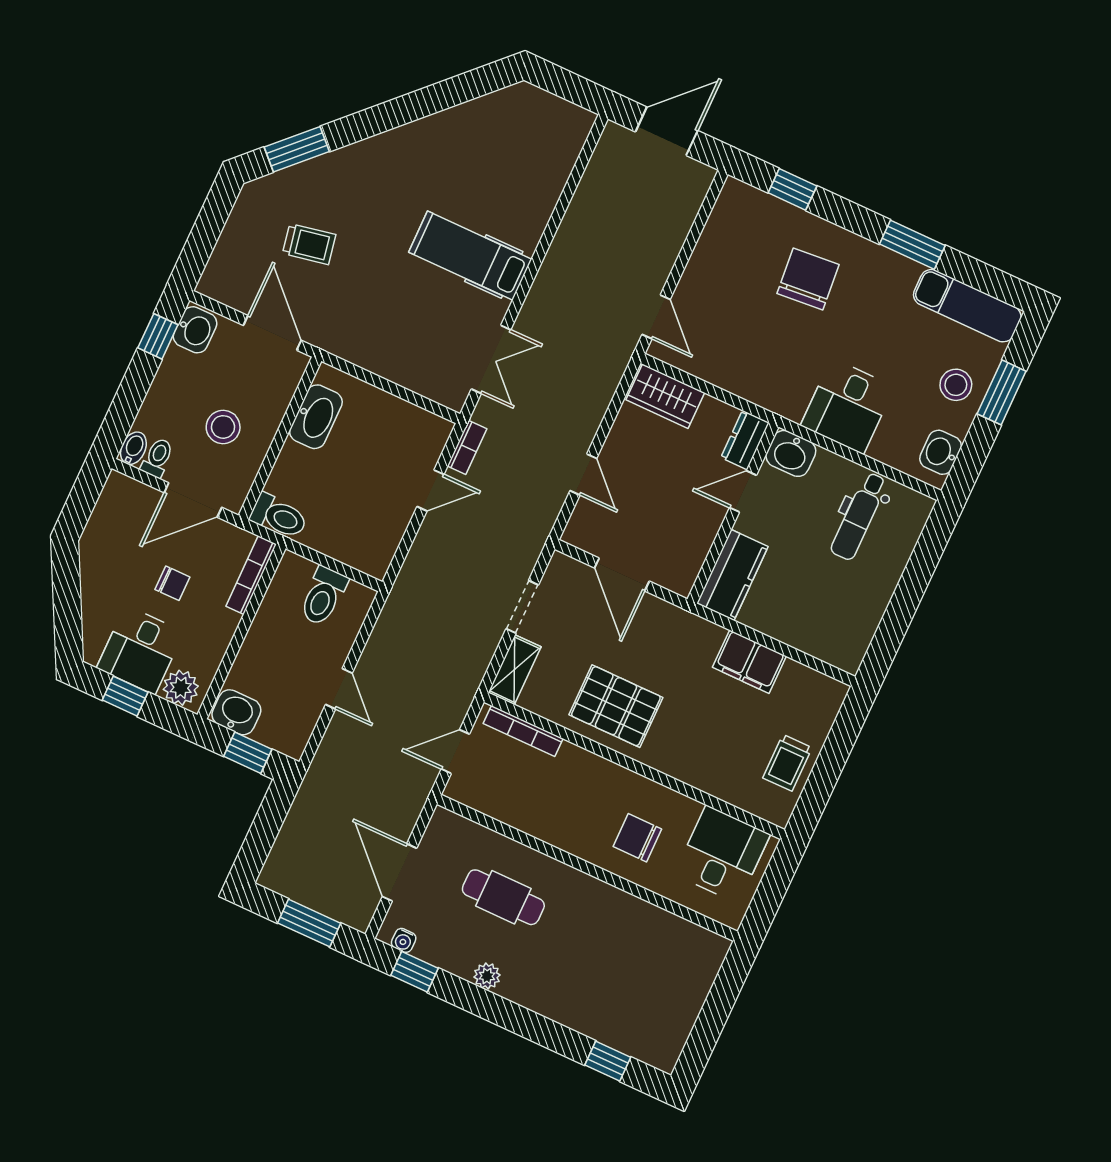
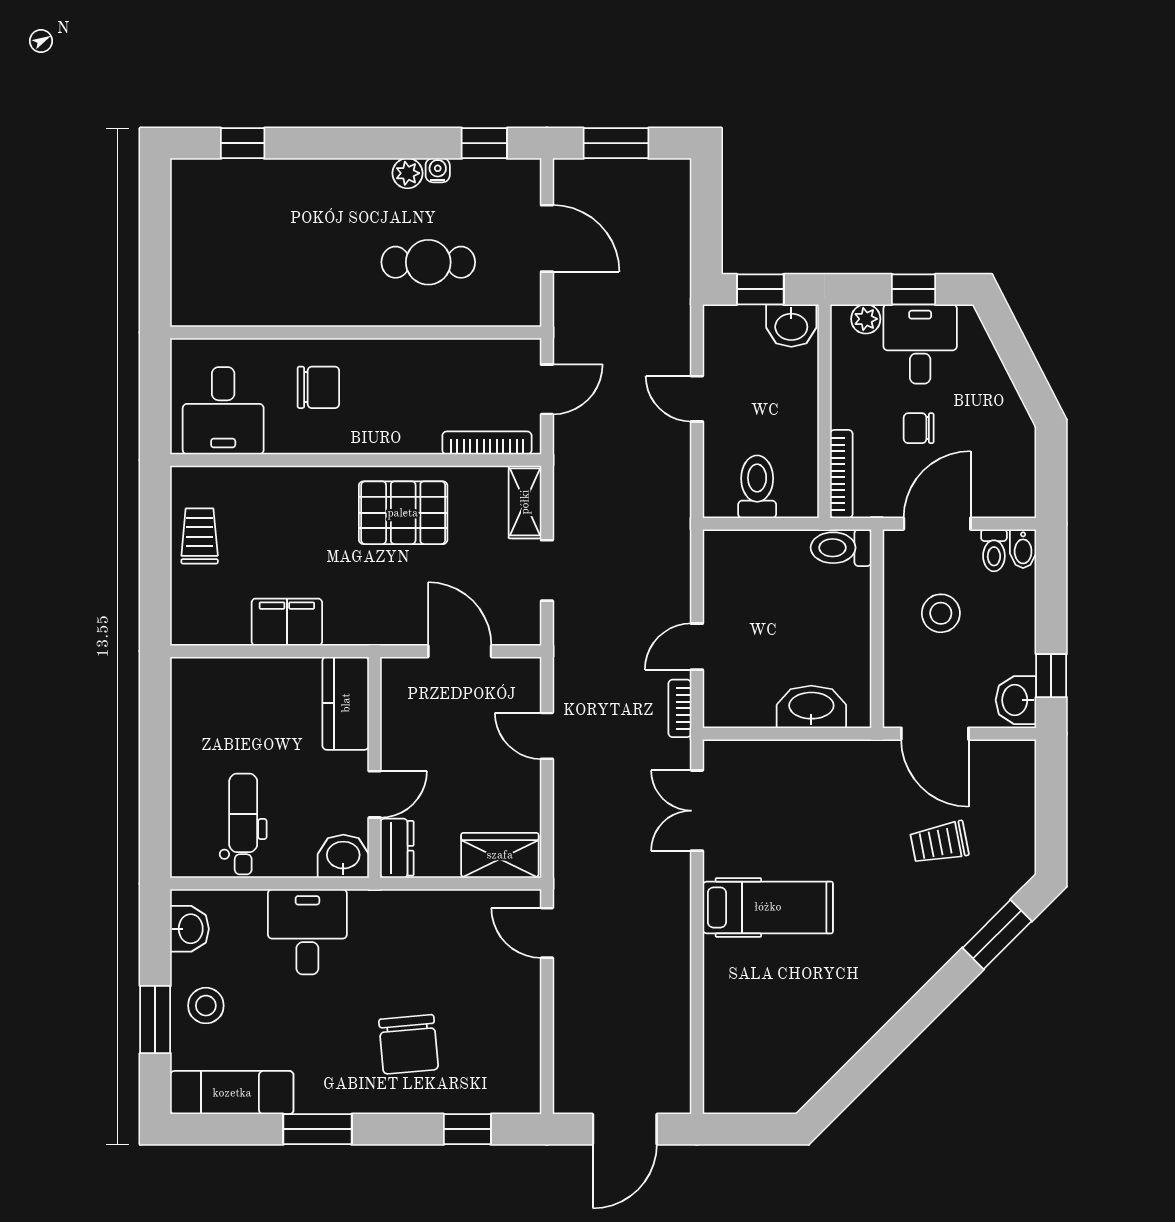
washbasin: (316, 417) -> (811, 707), moved, turned 90
plant: (181, 688) -> (866, 319), width x0.73, depth x0.73
water cooler: (404, 940) -> (438, 170), moved

